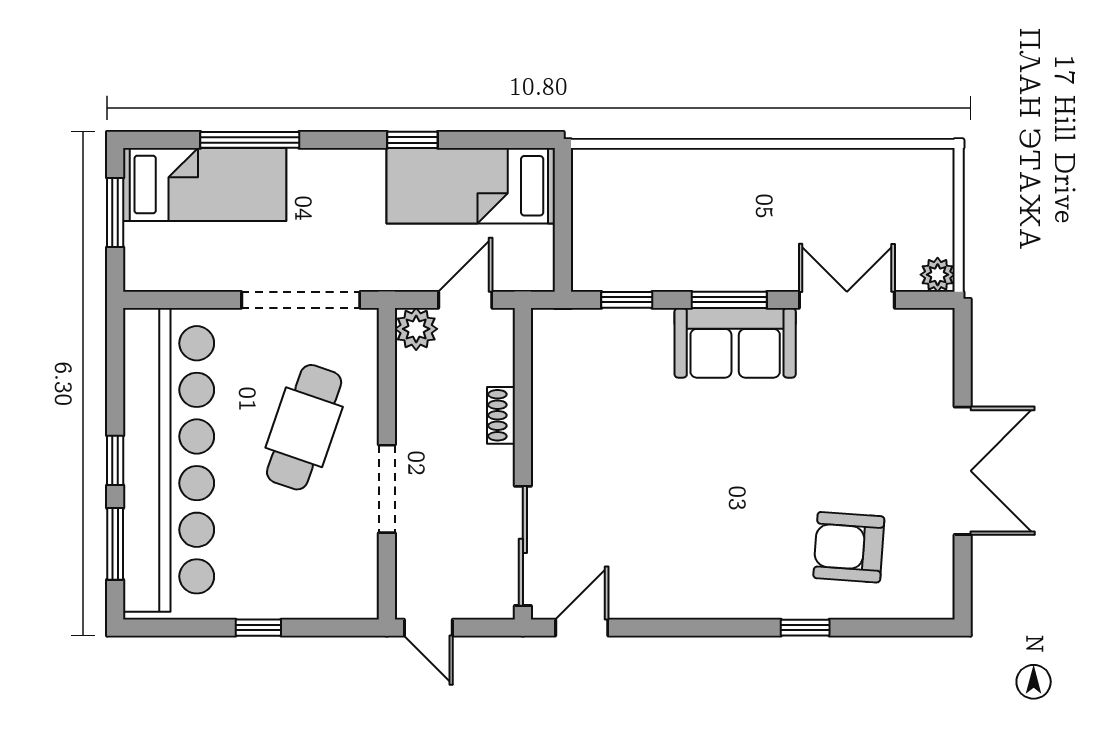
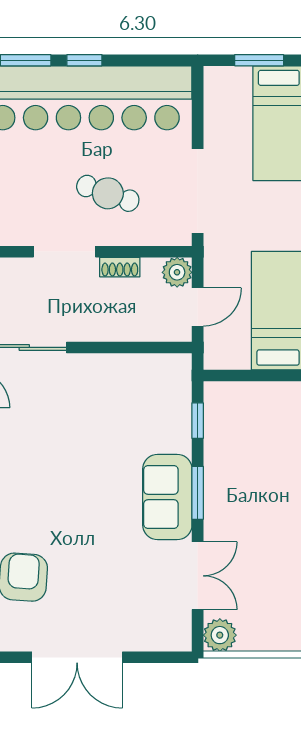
plant: (938, 275) -> (220, 635), width x1.38, depth x1.38
door: (465, 300) -> (198, 307), hinge flipped
shoe rack: (501, 415) -> (120, 267), moved, turned 180
cafe table: (304, 427) -> (108, 193), width x0.73, depth x0.74

